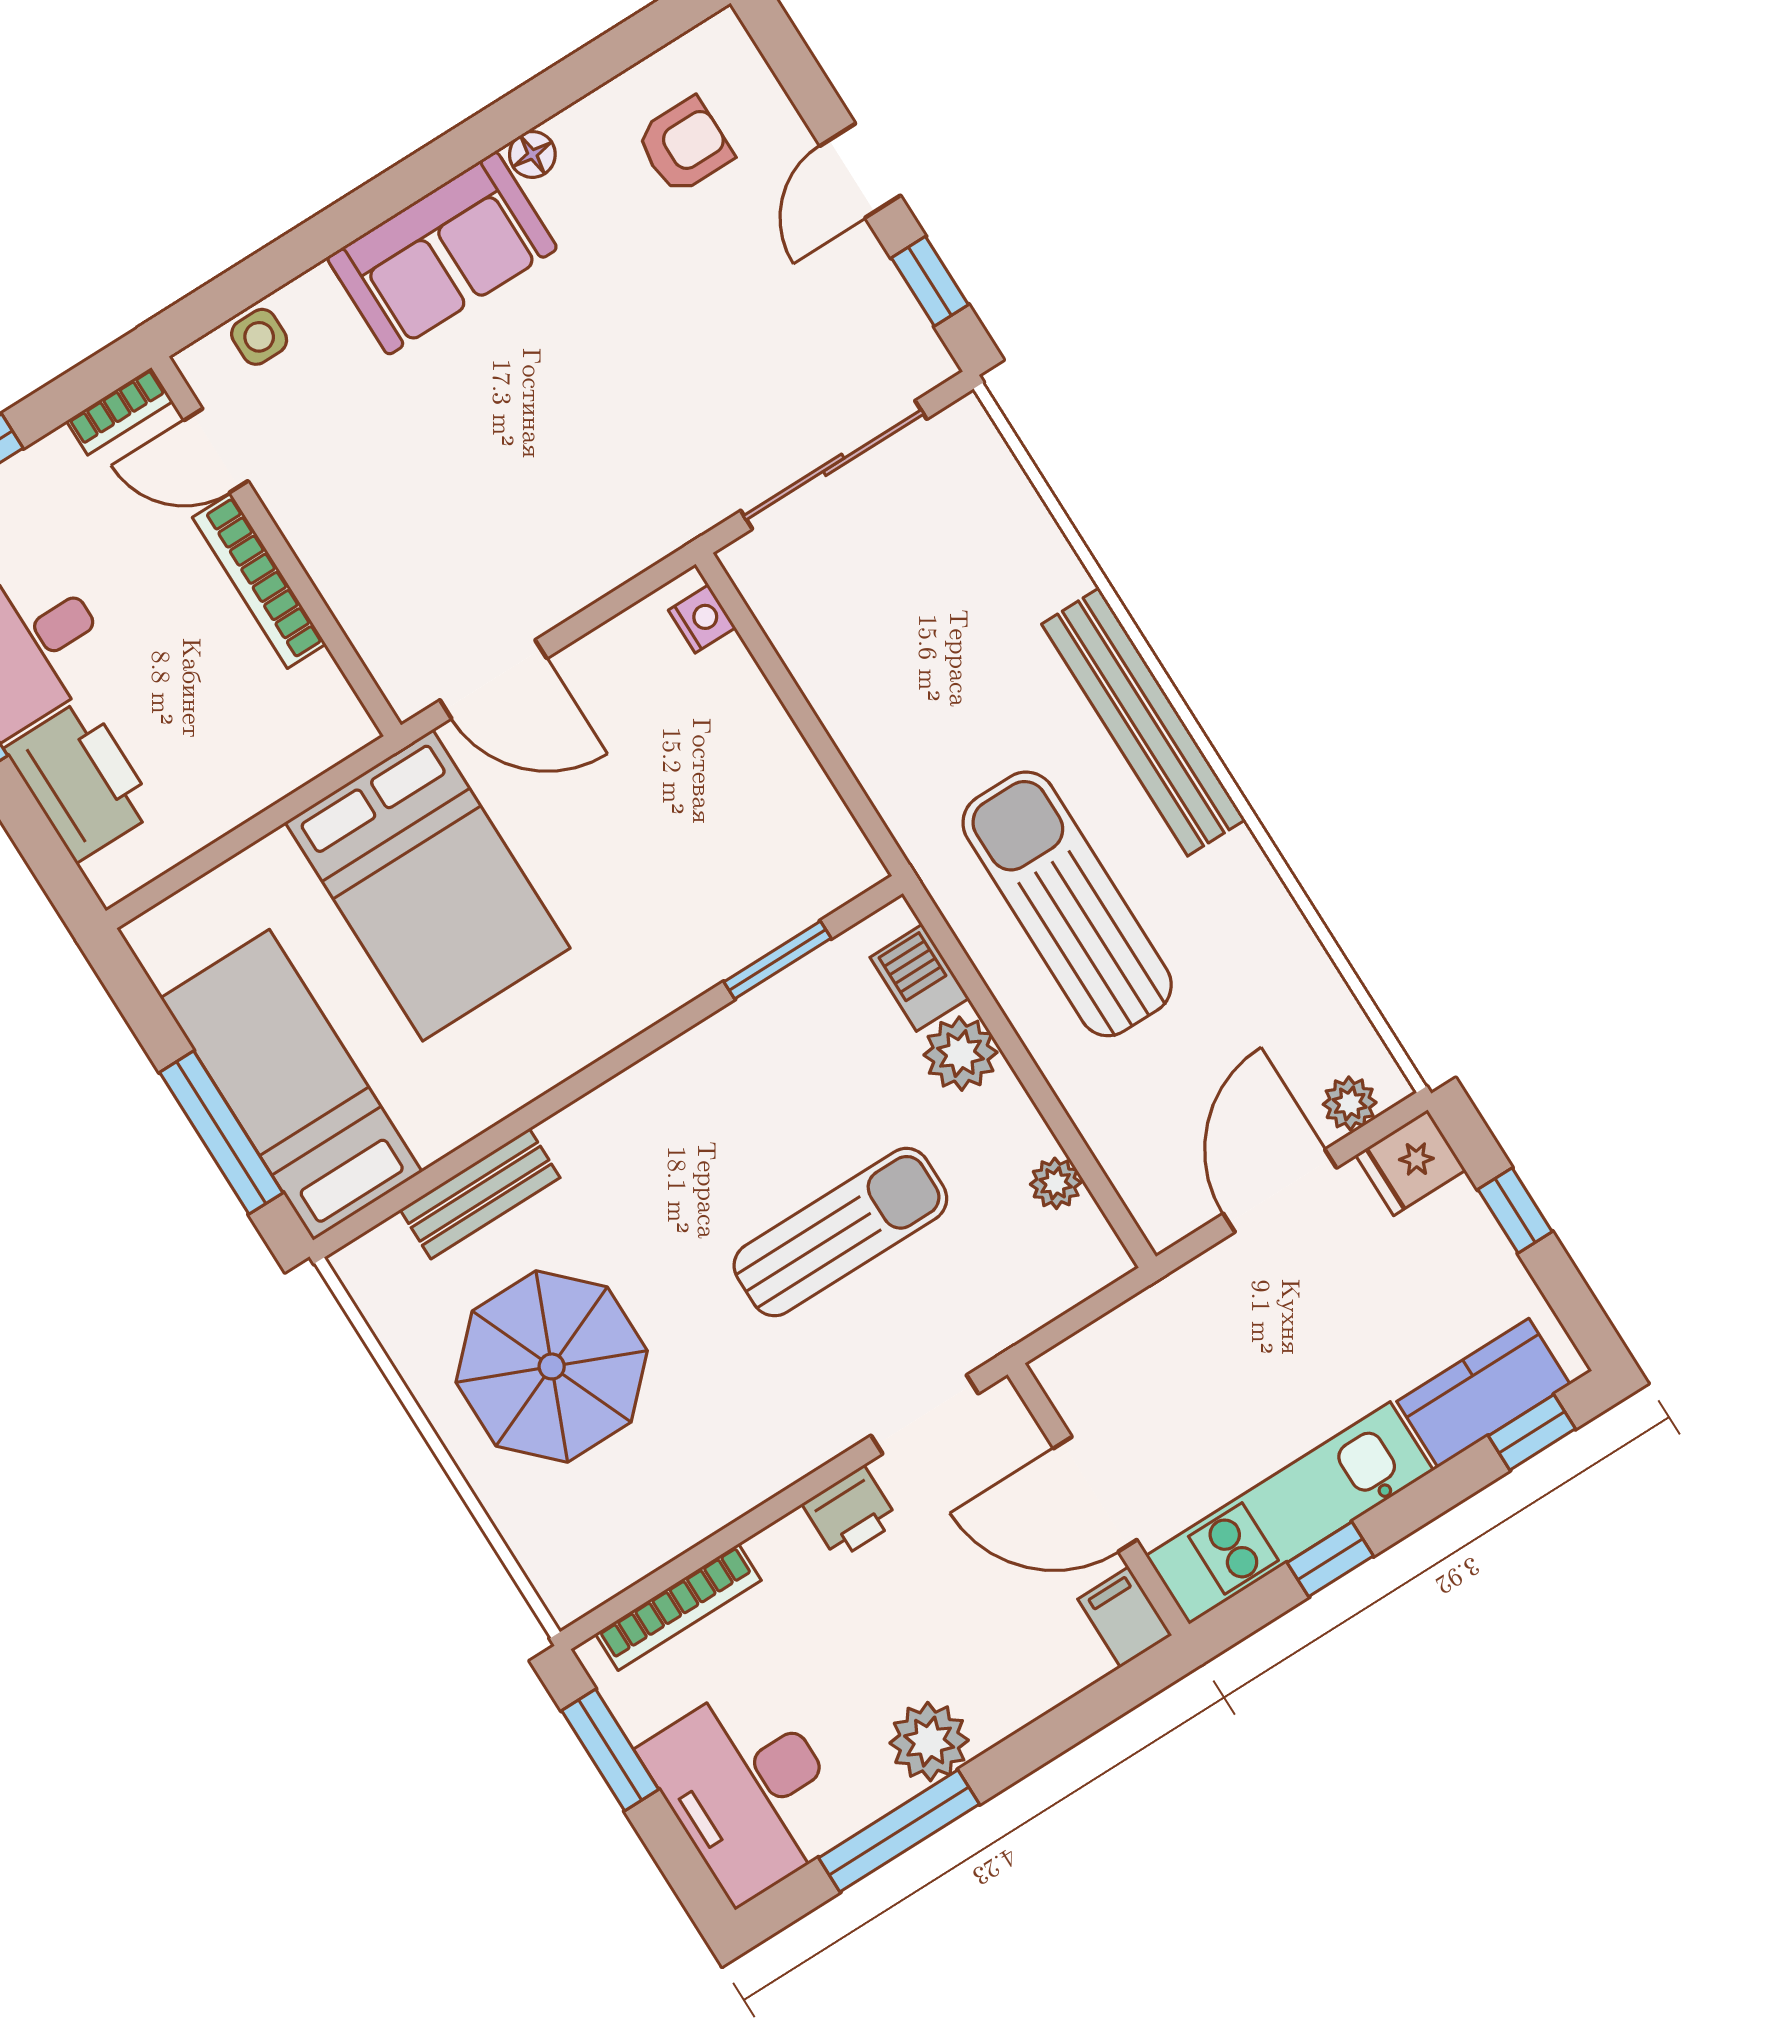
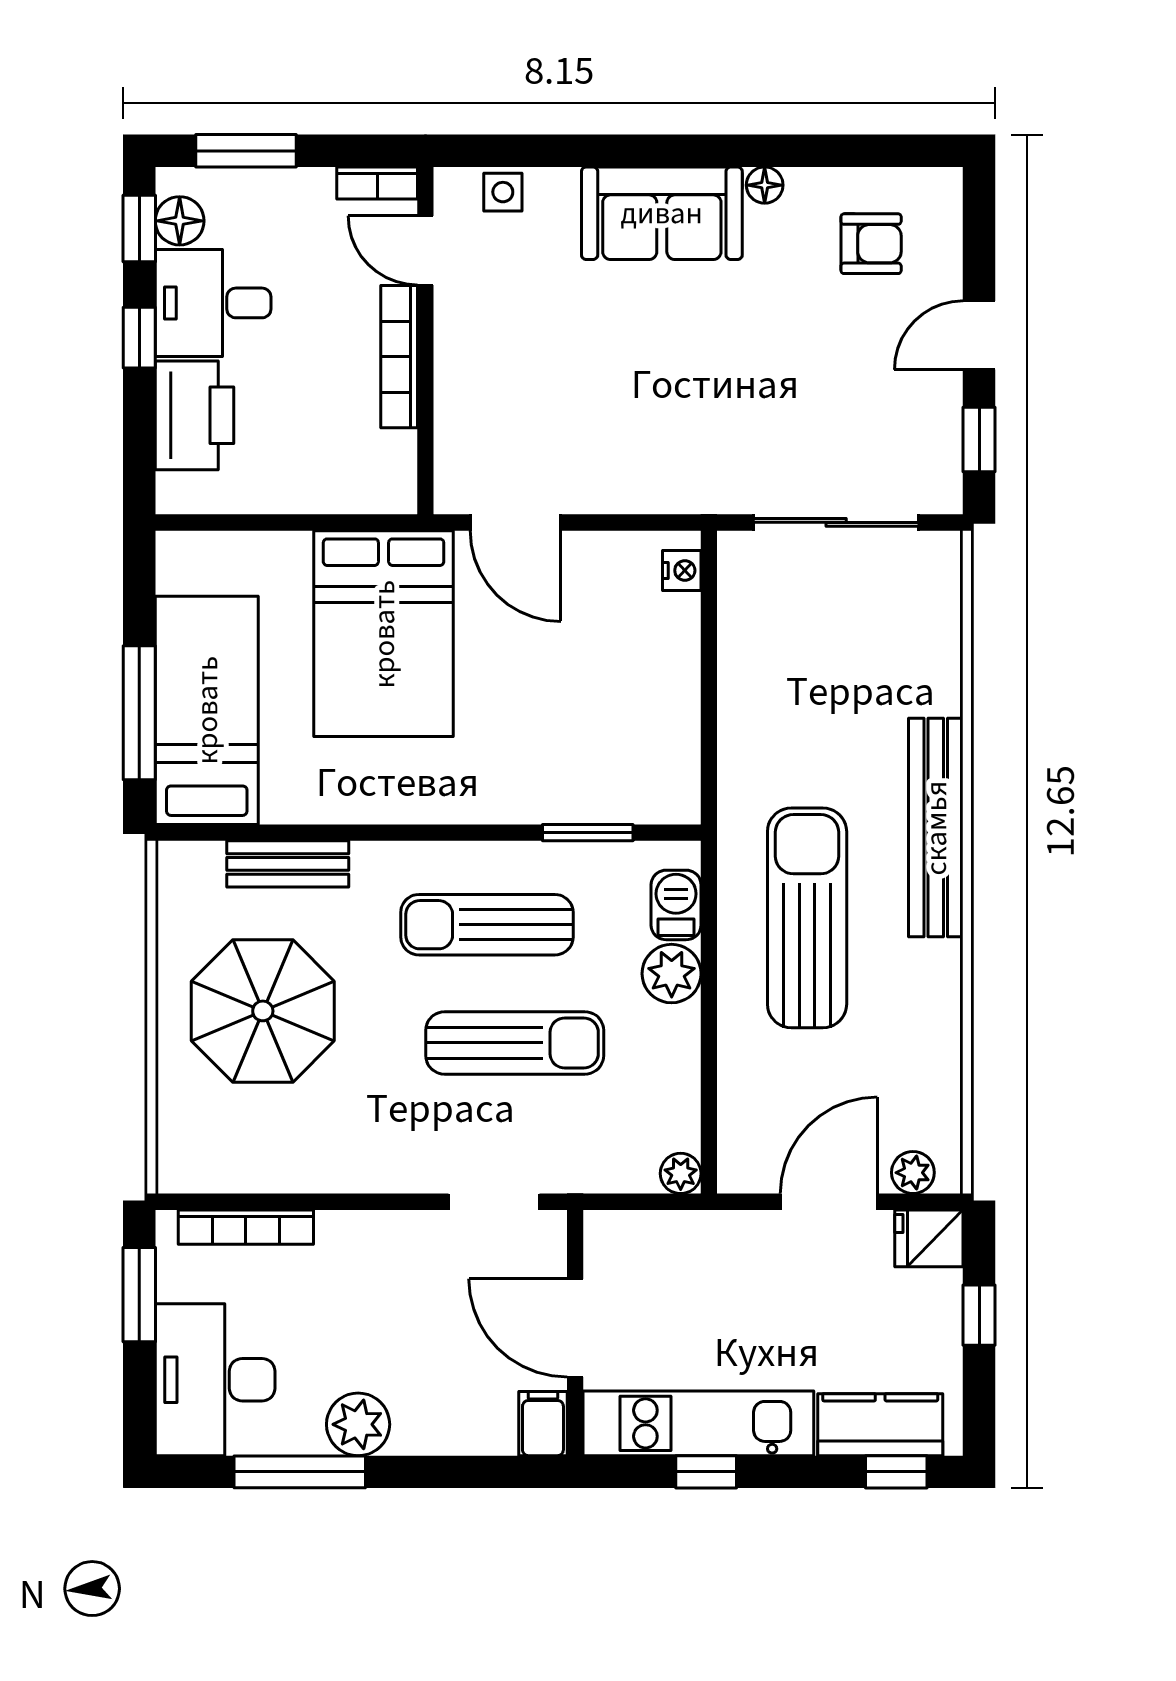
sun lounger: (732, 1125) -> (487, 925), added
plant: (1056, 1183) -> (681, 1173), moved
printer: (850, 1513) -> (402, 1236), removed

